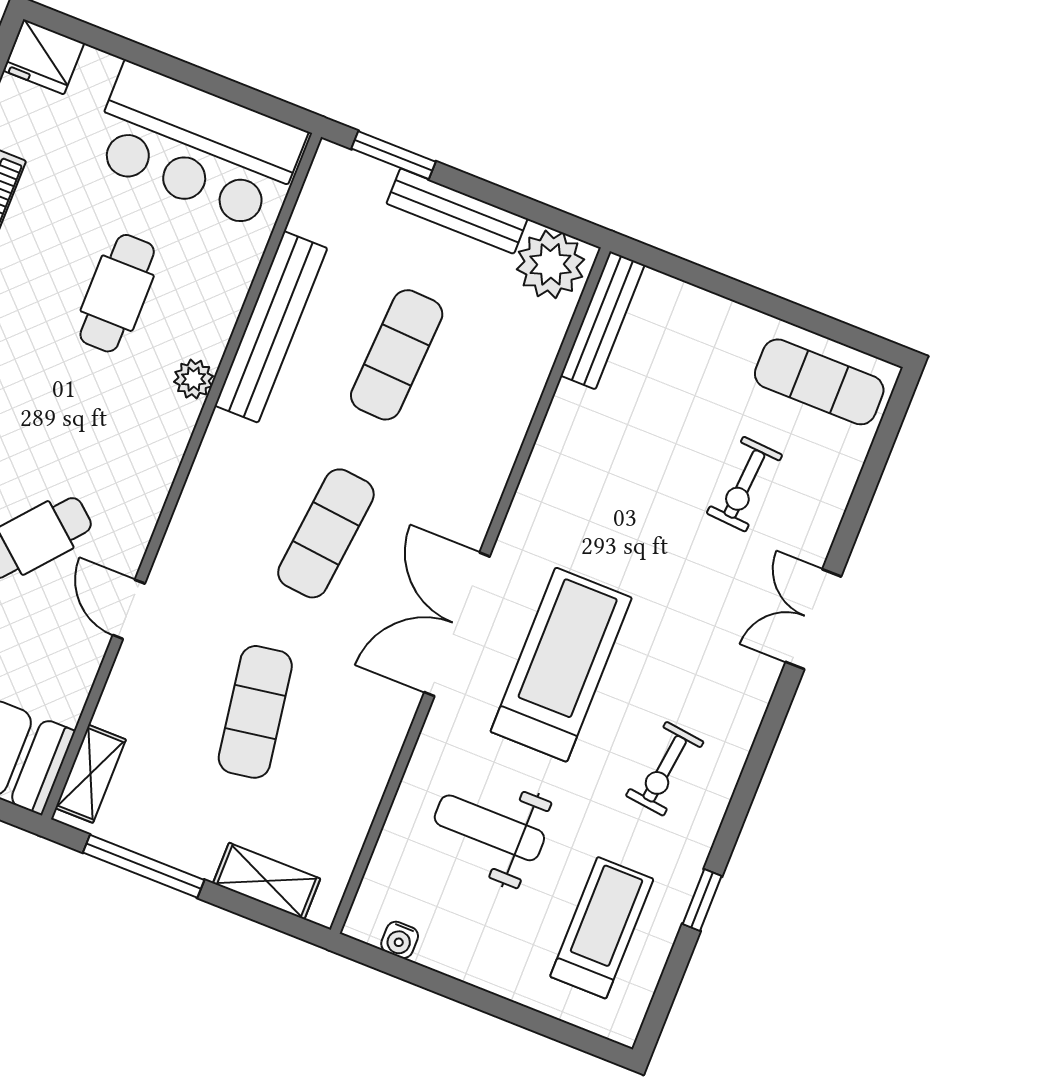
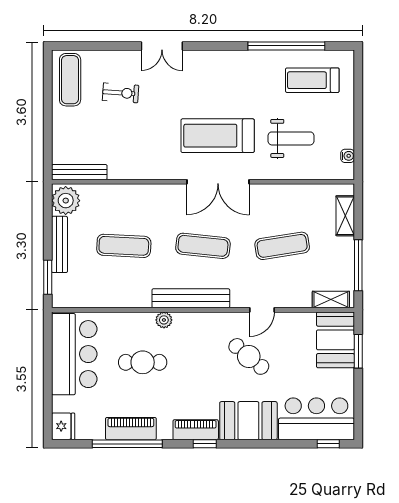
bench: (271, 327) -> (191, 298), moved
exercise bike: (665, 769) -> (242, 80), removed
weight bench: (489, 828) -> (291, 138), turned -90
window: (702, 900) -> (286, 46), width x3.17

